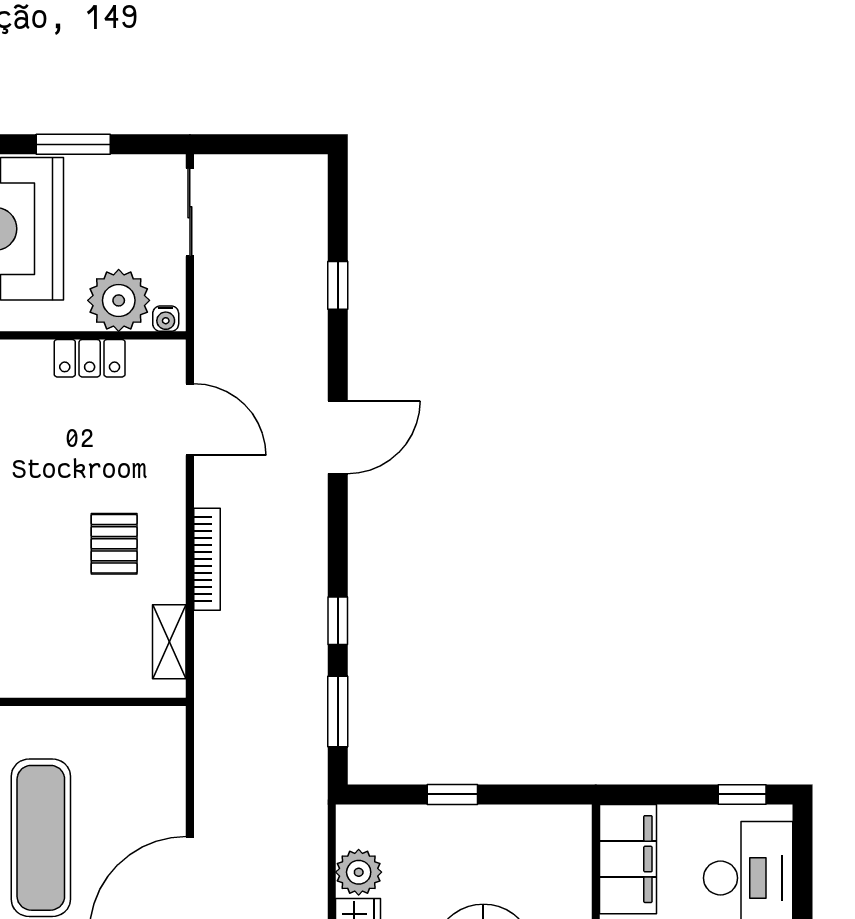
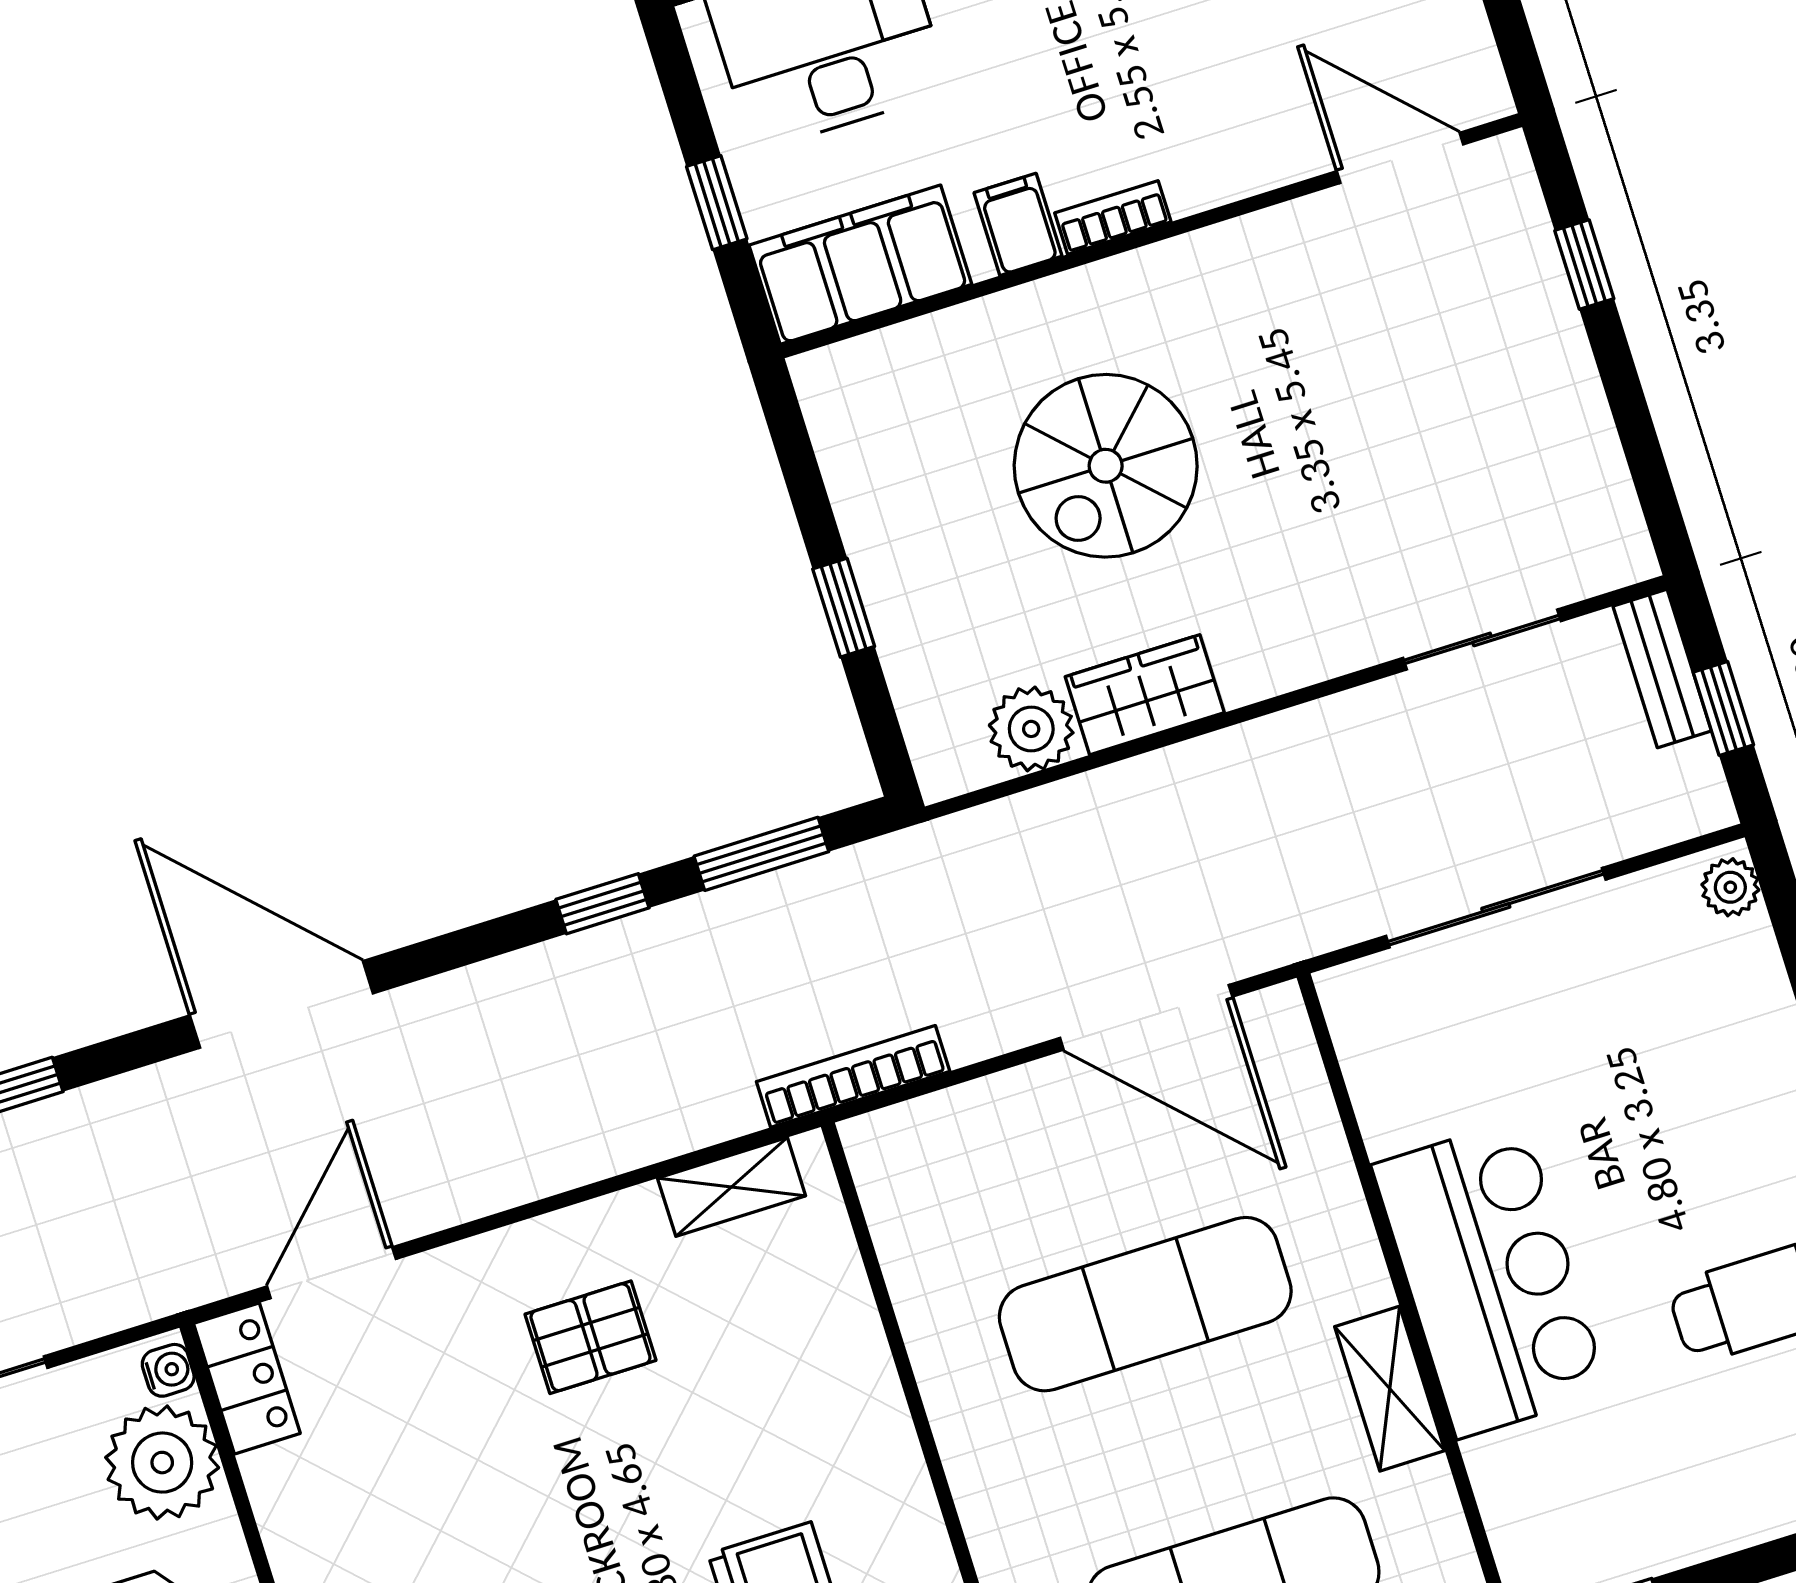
locker: (90, 358) -> (247, 1378), moved
door: (338, 437) -> (281, 1004), width x1.36
bookcase: (207, 559) -> (853, 1076), moved
window: (742, 794) -> (717, 203), moved

